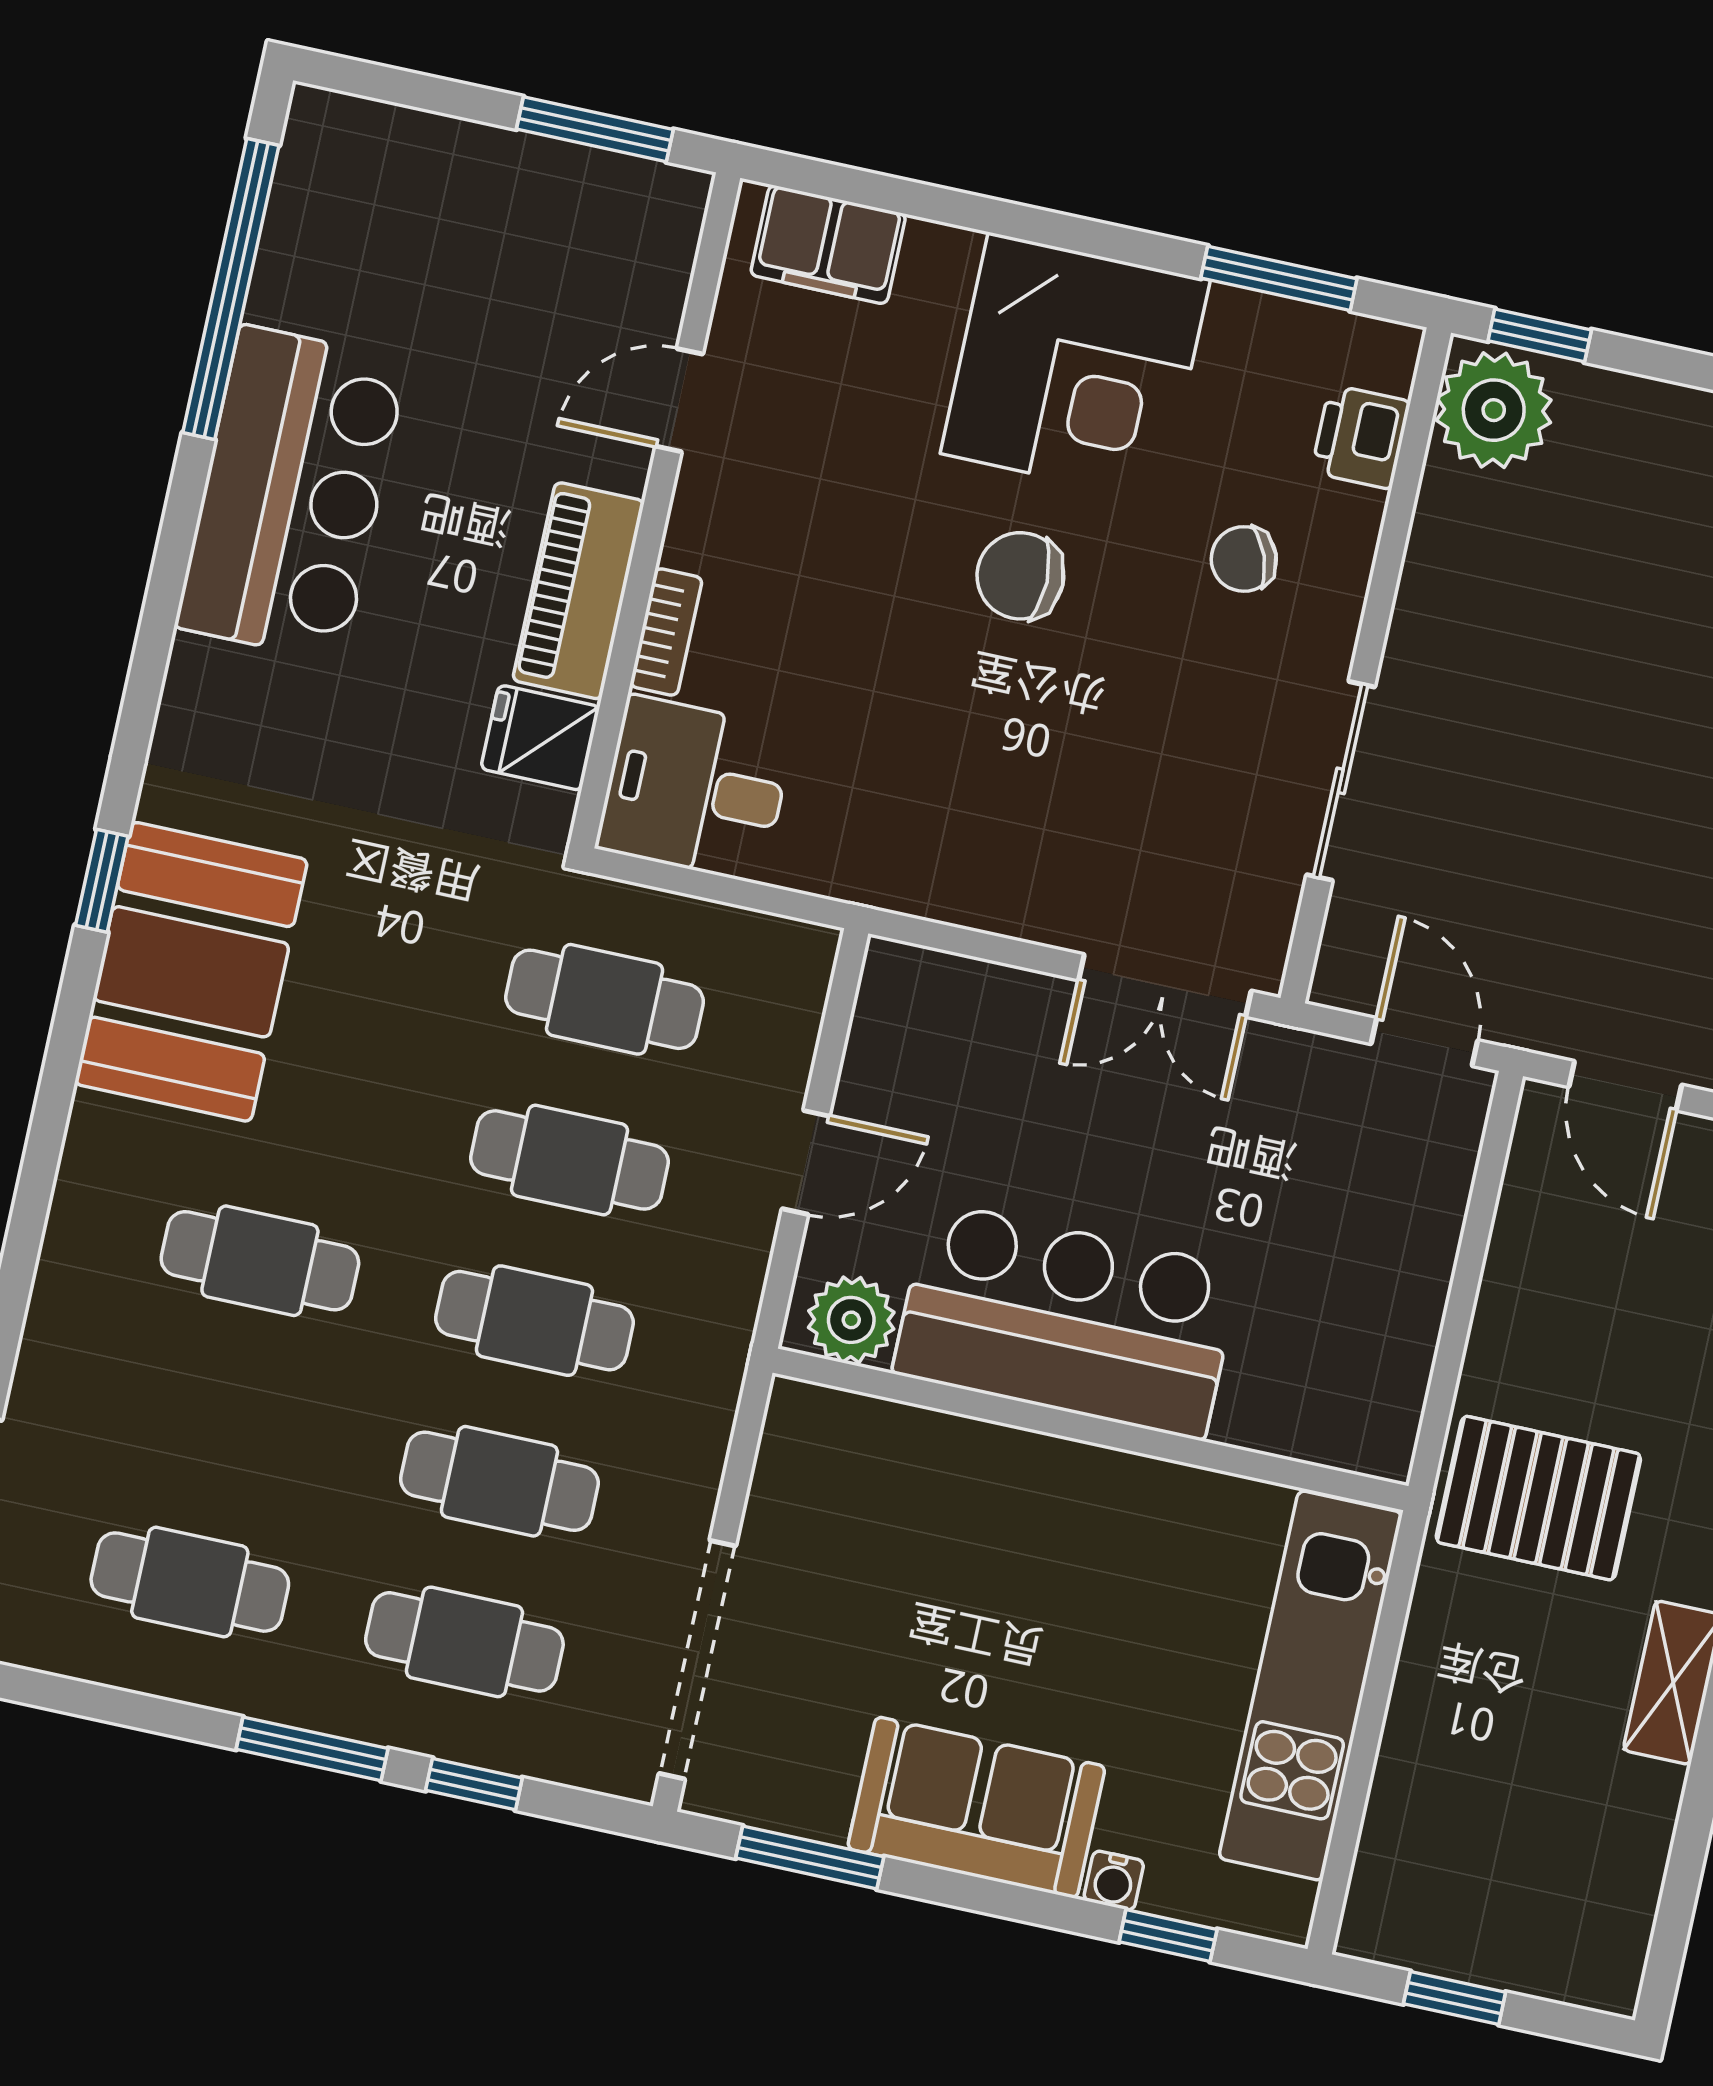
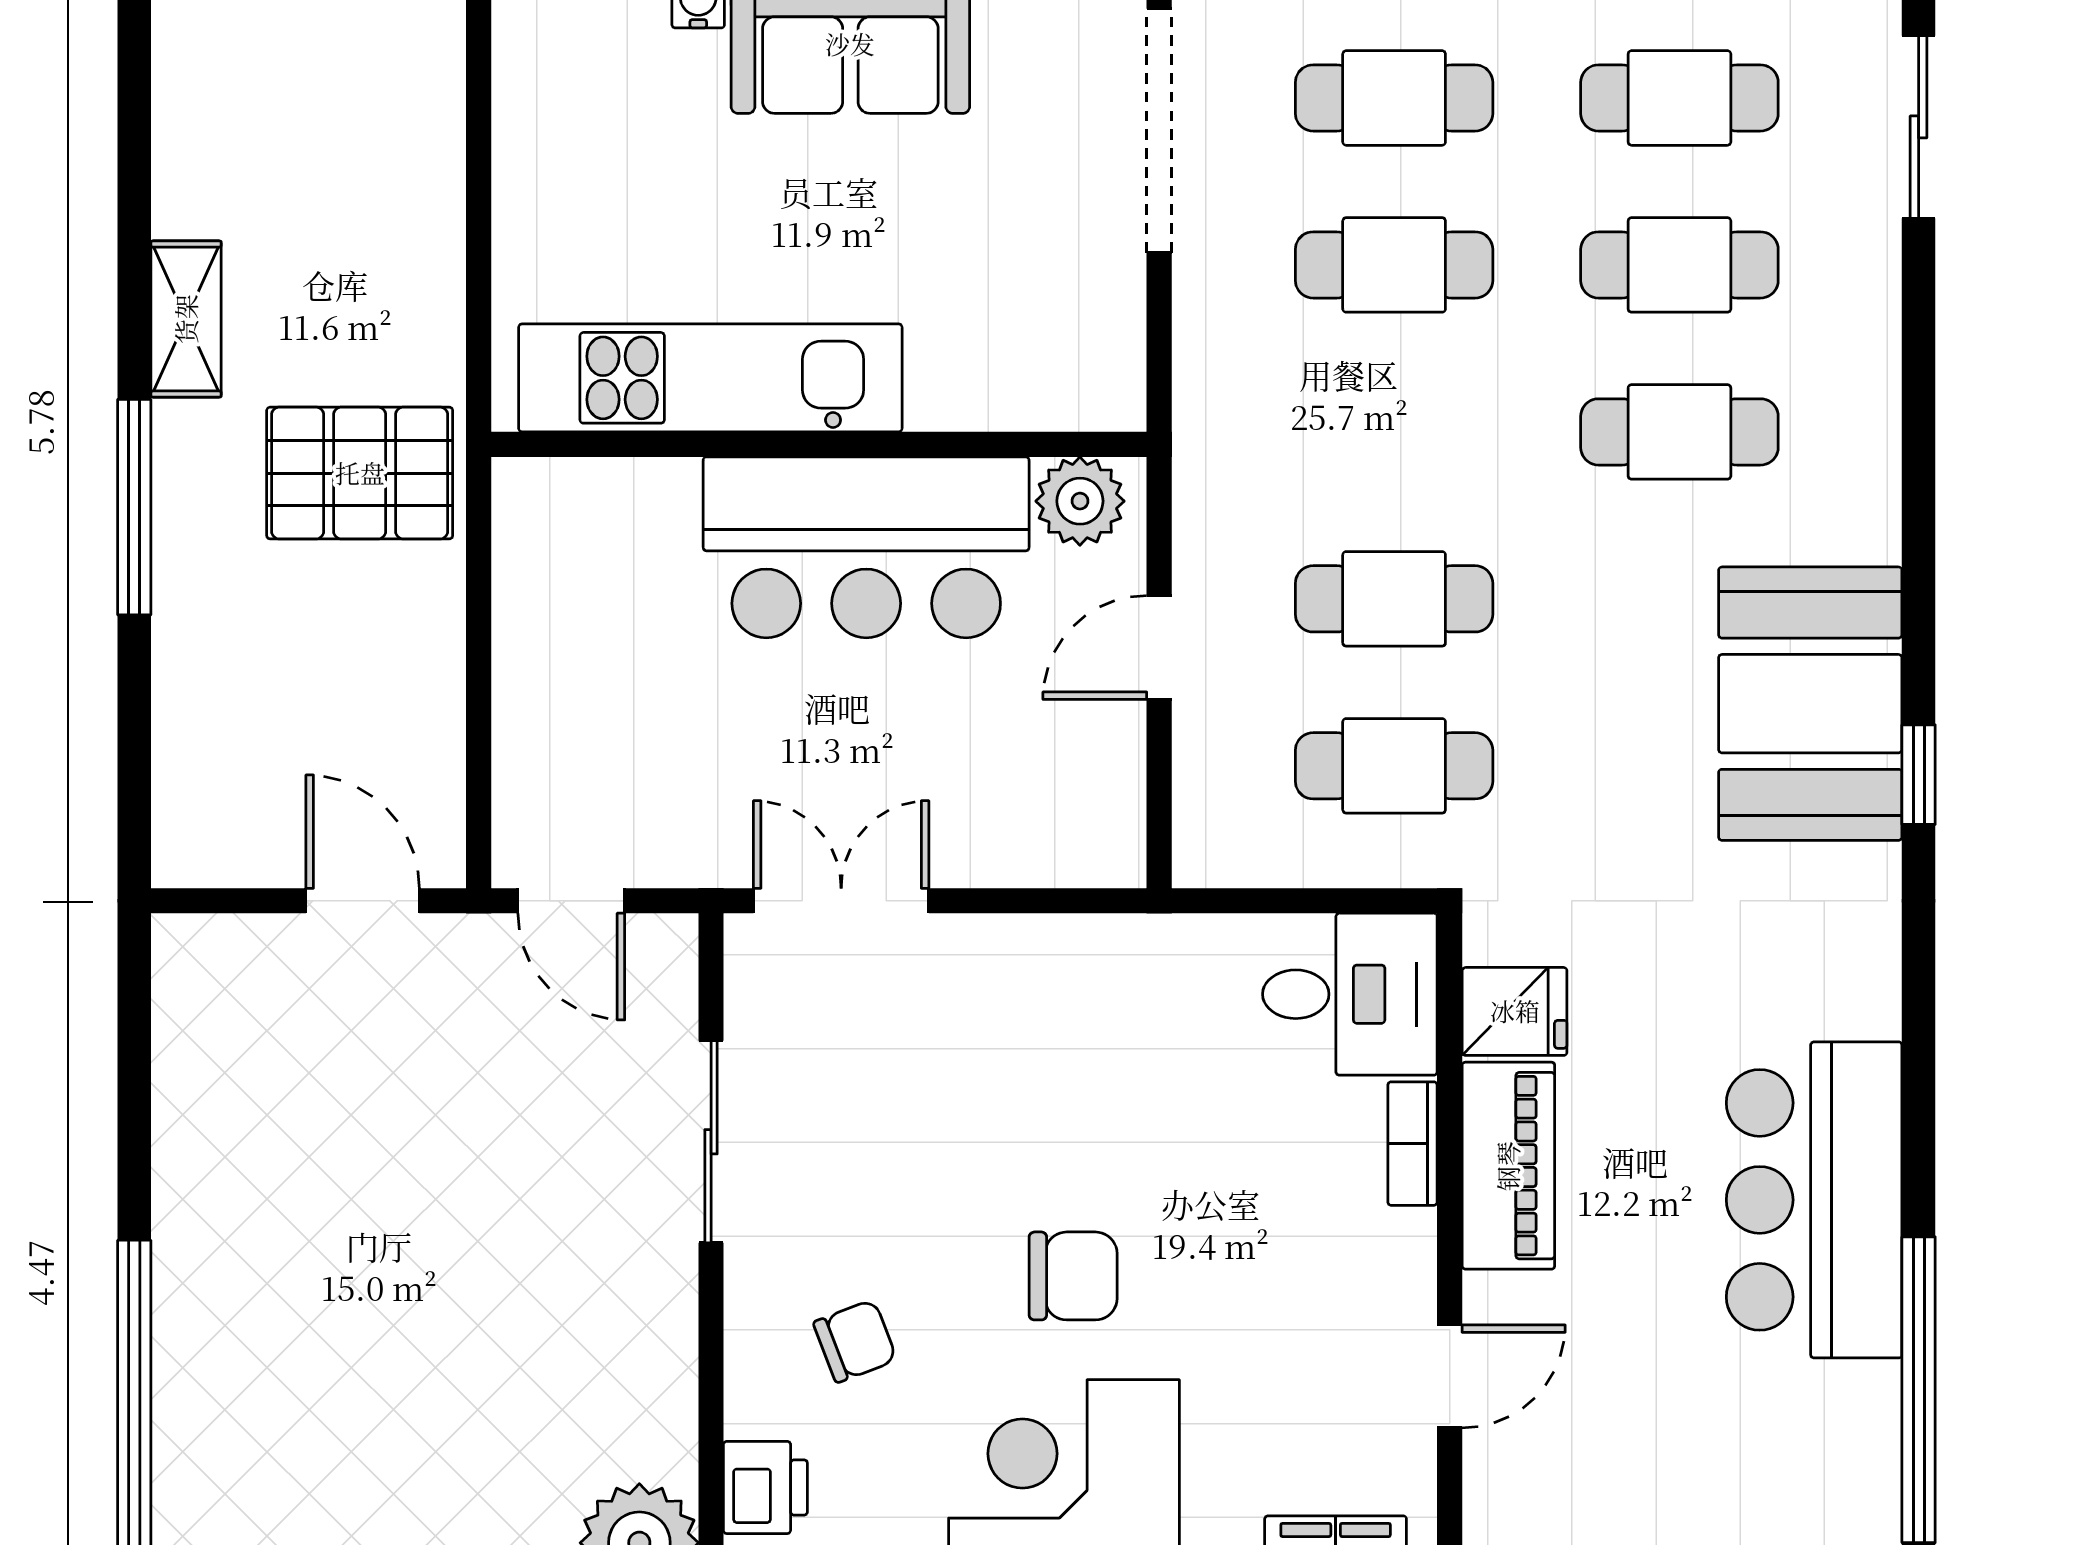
cafe table: (534, 1321) -> (1679, 265), moved
kitchen unit: (1311, 1685) -> (710, 378), moved, turned -90

